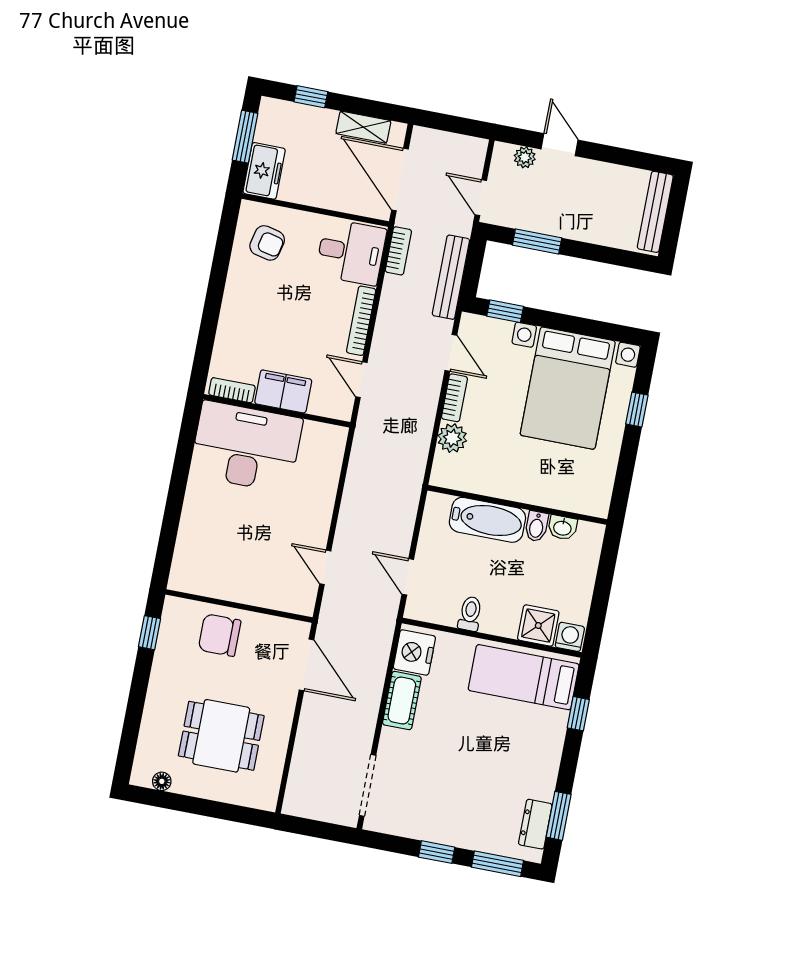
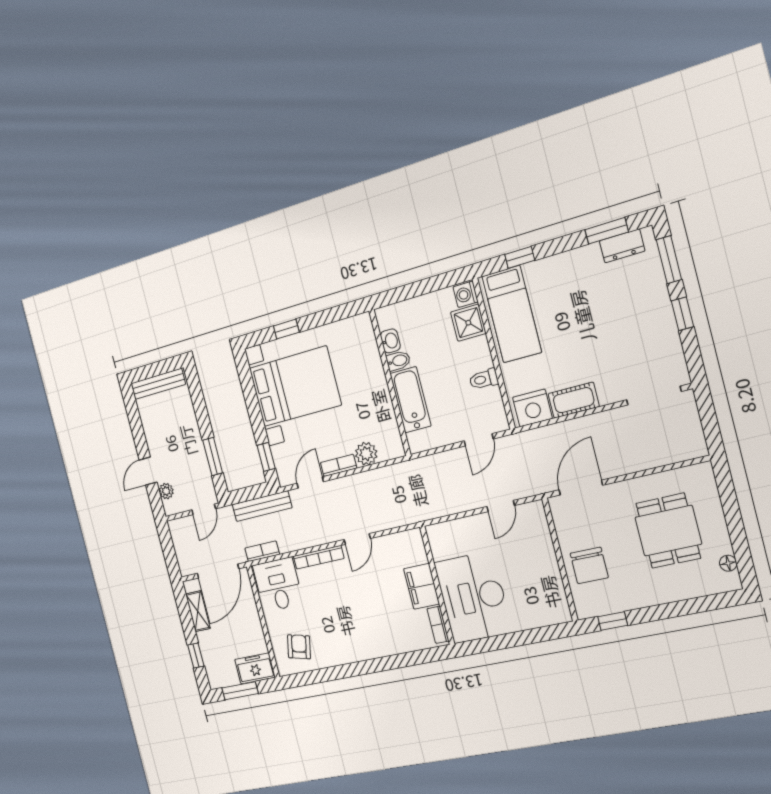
bookcase: (232, 390) -> (438, 625), moved
filing cabinet: (283, 391) -> (422, 586), moved
wall: (277, 411) -> (437, 585), moved
desk: (246, 447) -> (473, 597), moved

